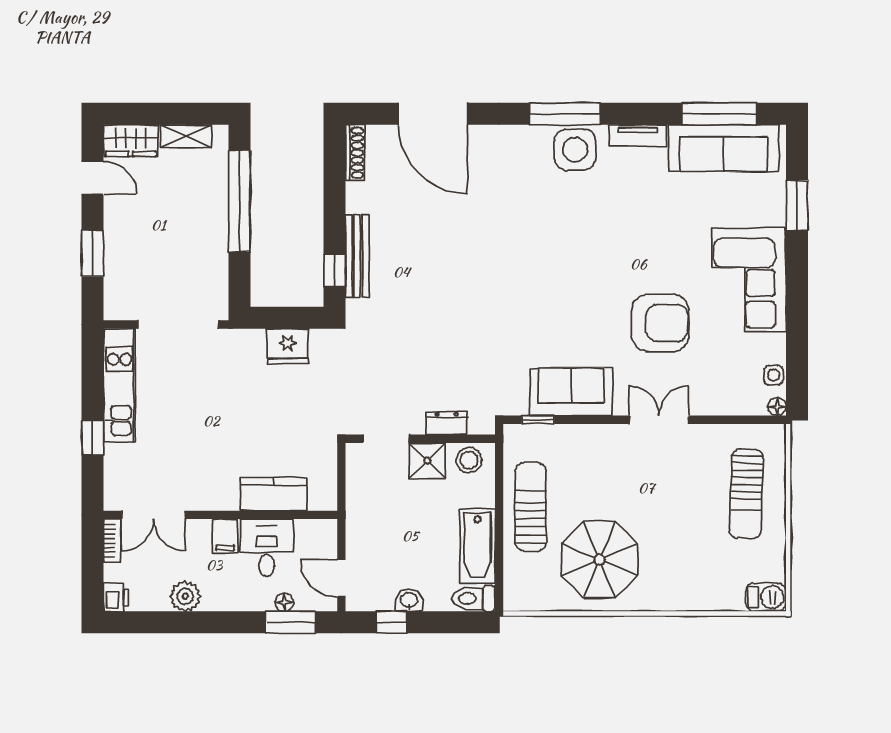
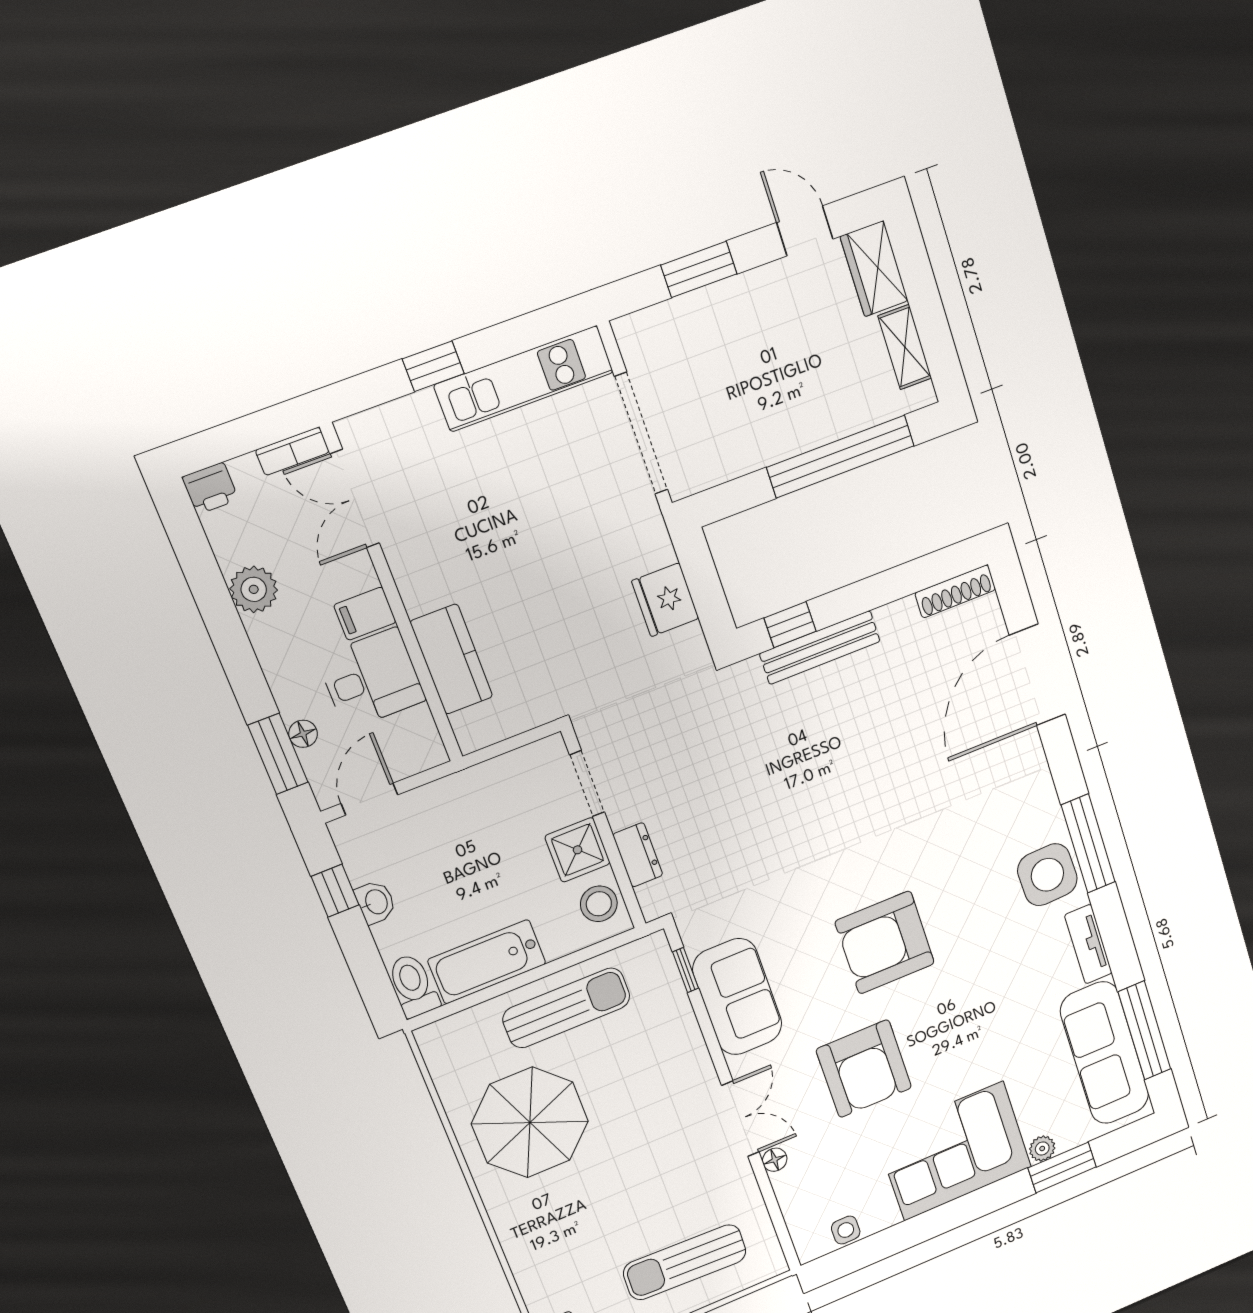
door: (93, 178) -> (805, 231), swing flipped
plant: (776, 216) -> (1042, 1148), added
armchair: (576, 279) -> (885, 942), added
floor lamp: (777, 407) -> (775, 1160), moved

